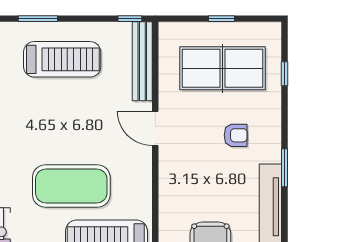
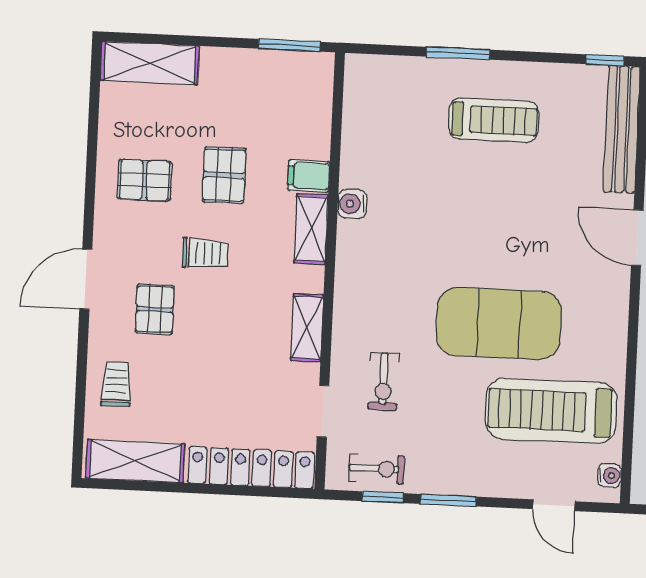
treadmill: (62, 59) -> (494, 120), width x0.73, depth x0.73

